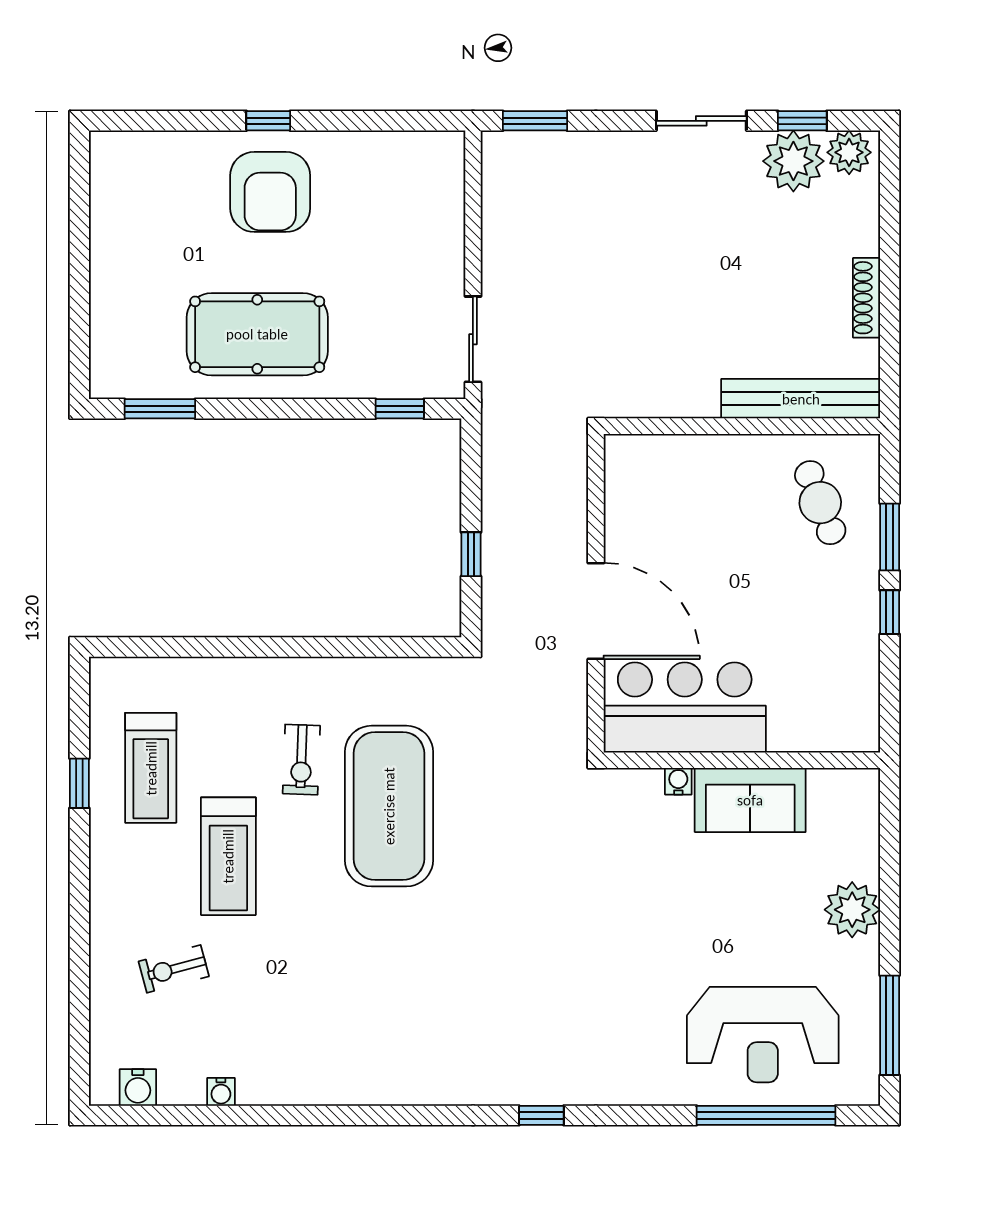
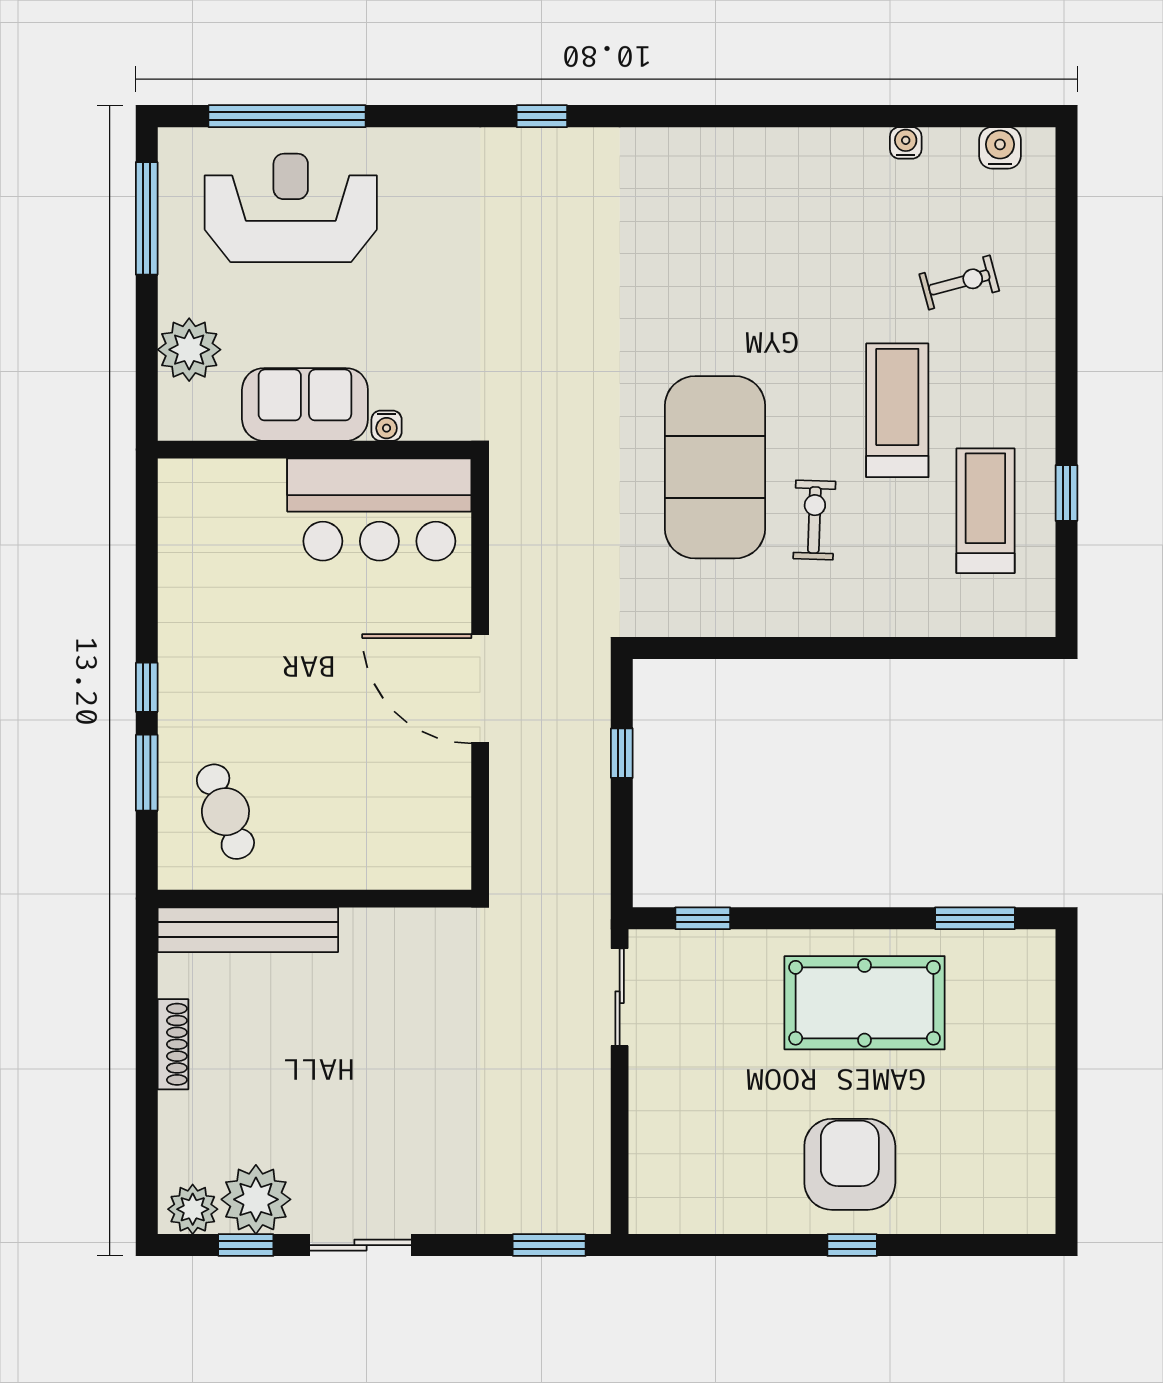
bar counter: (685, 707) -> (379, 509), moved
wall: (742, 760) -> (315, 450), moved
water cooler: (678, 781) -> (387, 426), moved
sofa: (750, 800) -> (305, 404), moved

